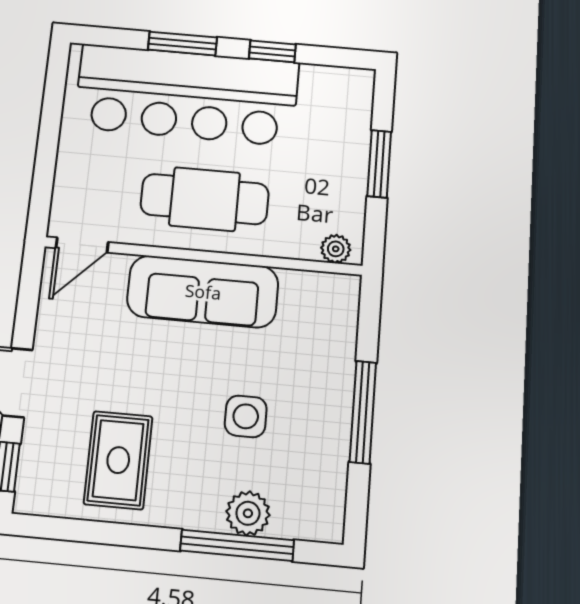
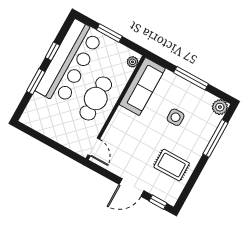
bar counter: (187, 95) -> (70, 63), moved
sofa: (203, 292) -> (142, 86), moved
plant: (248, 513) -> (220, 107), moved

